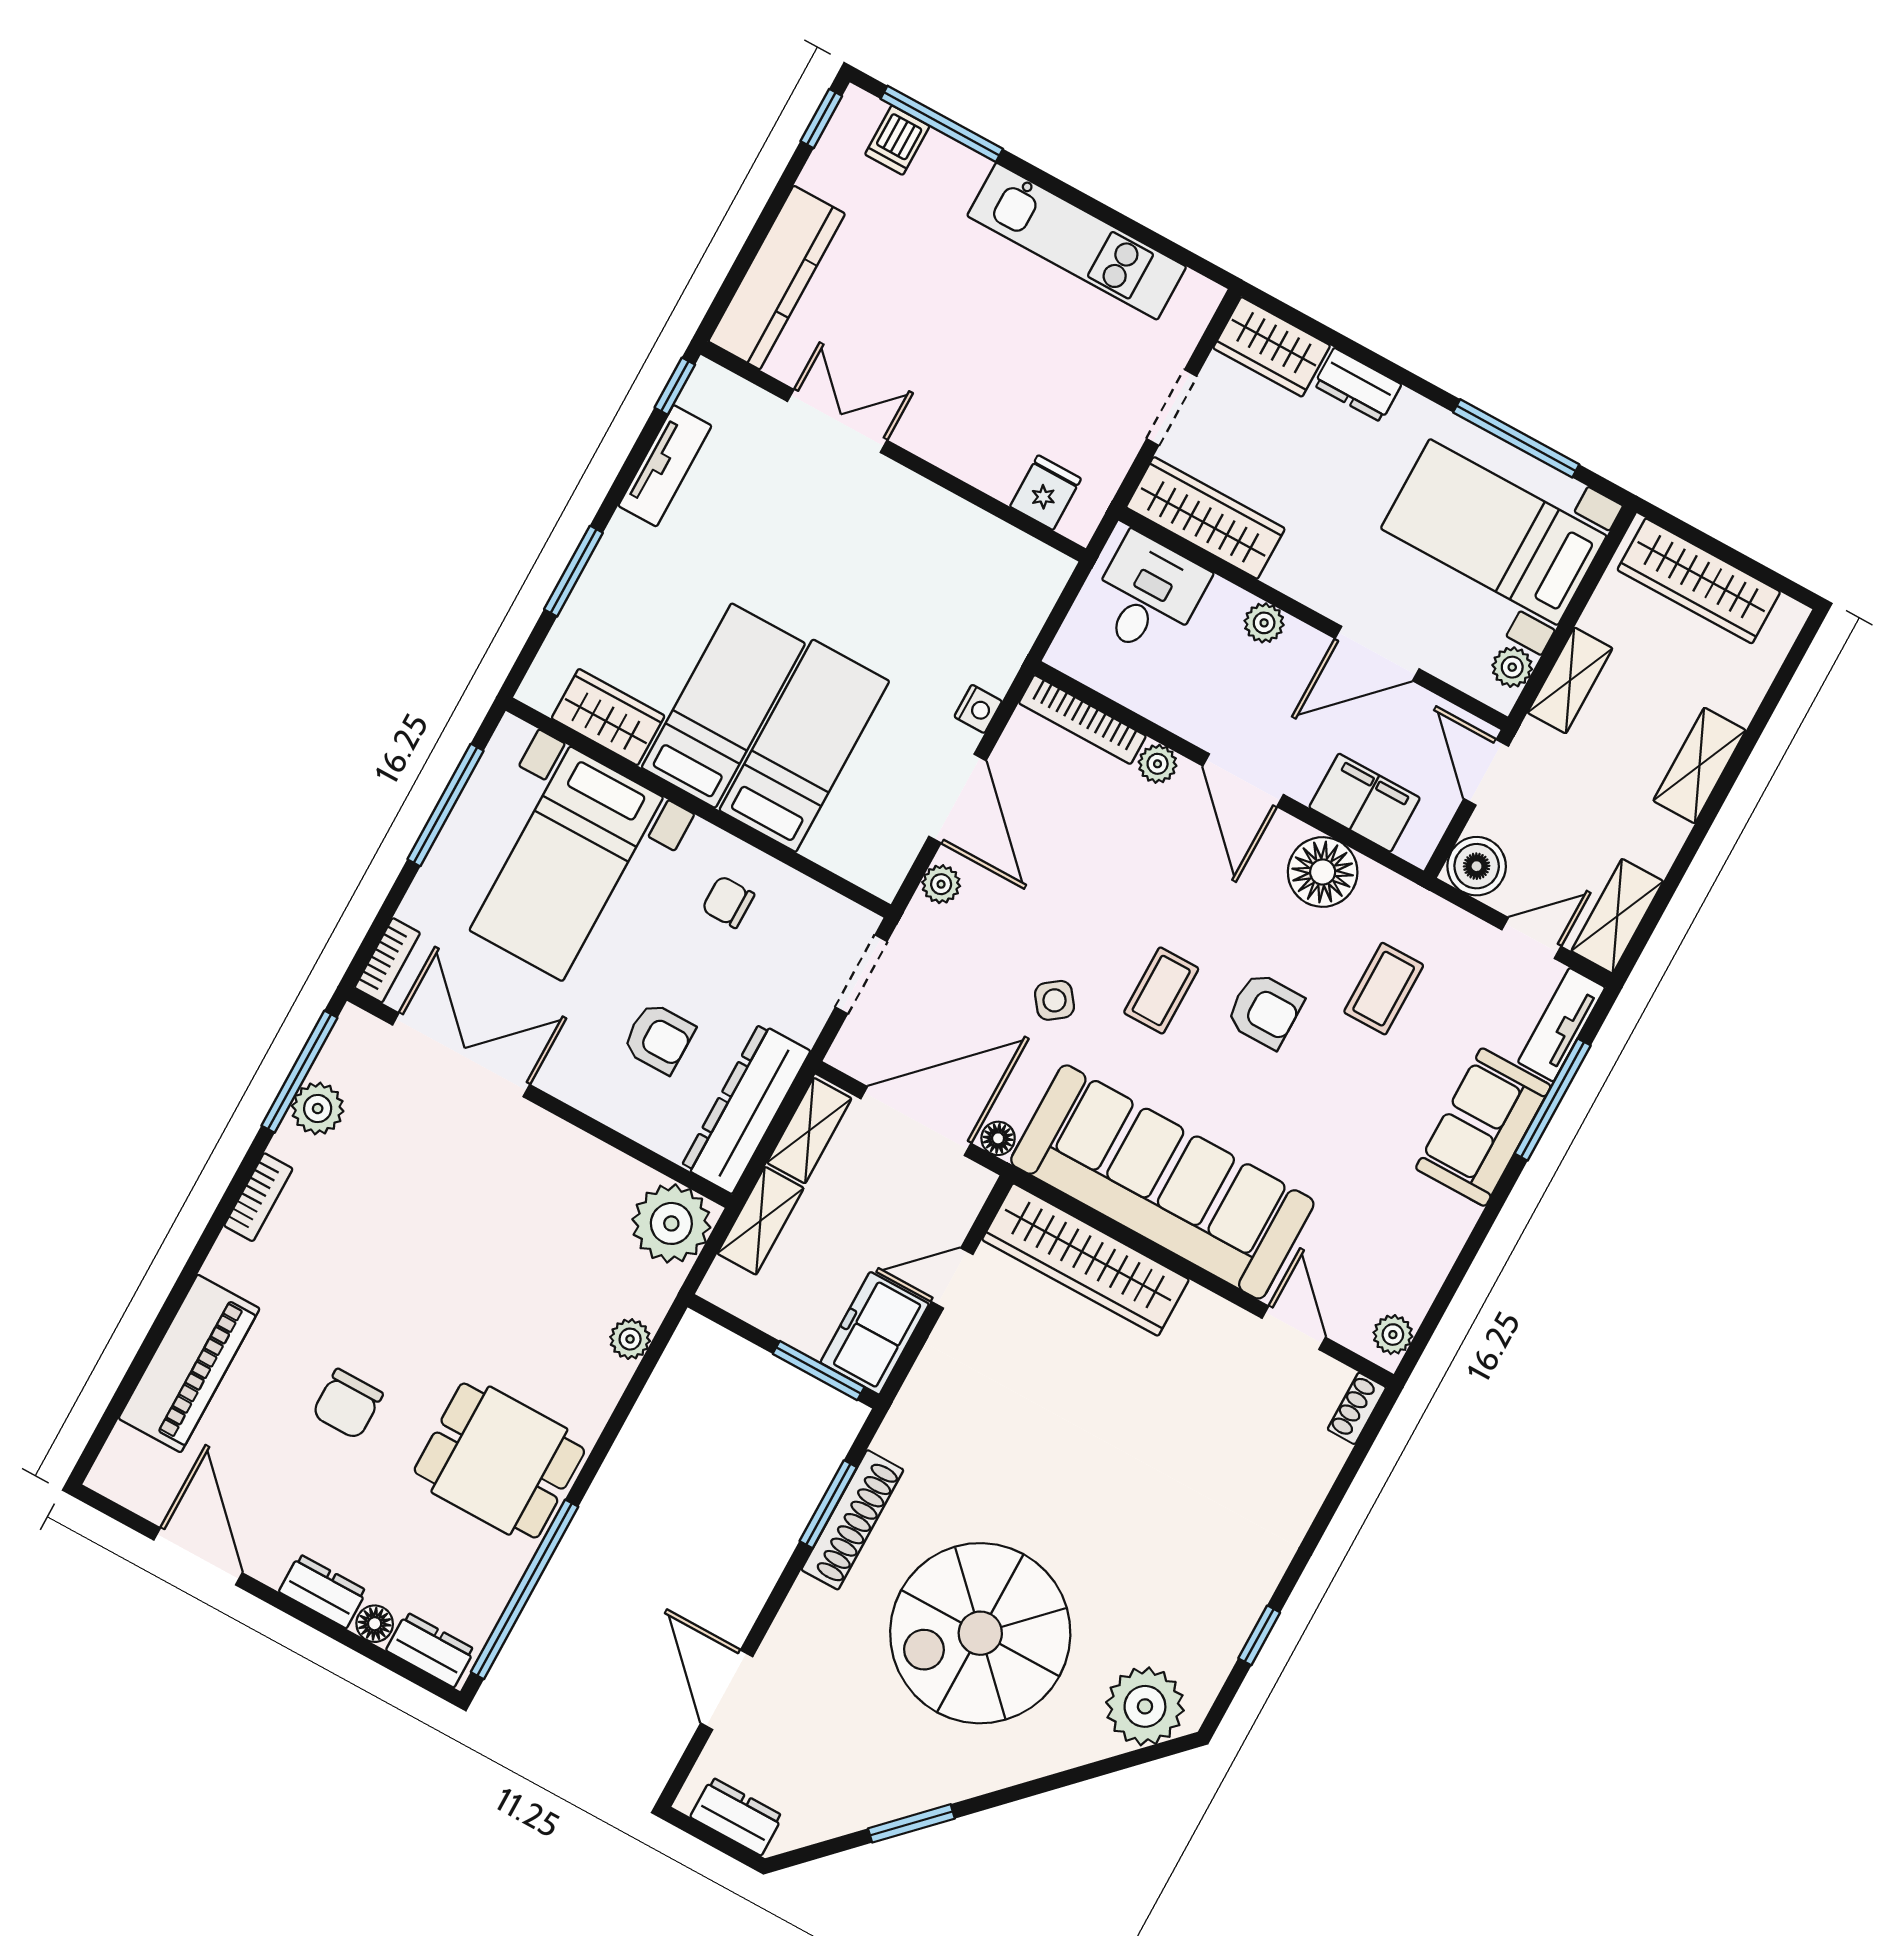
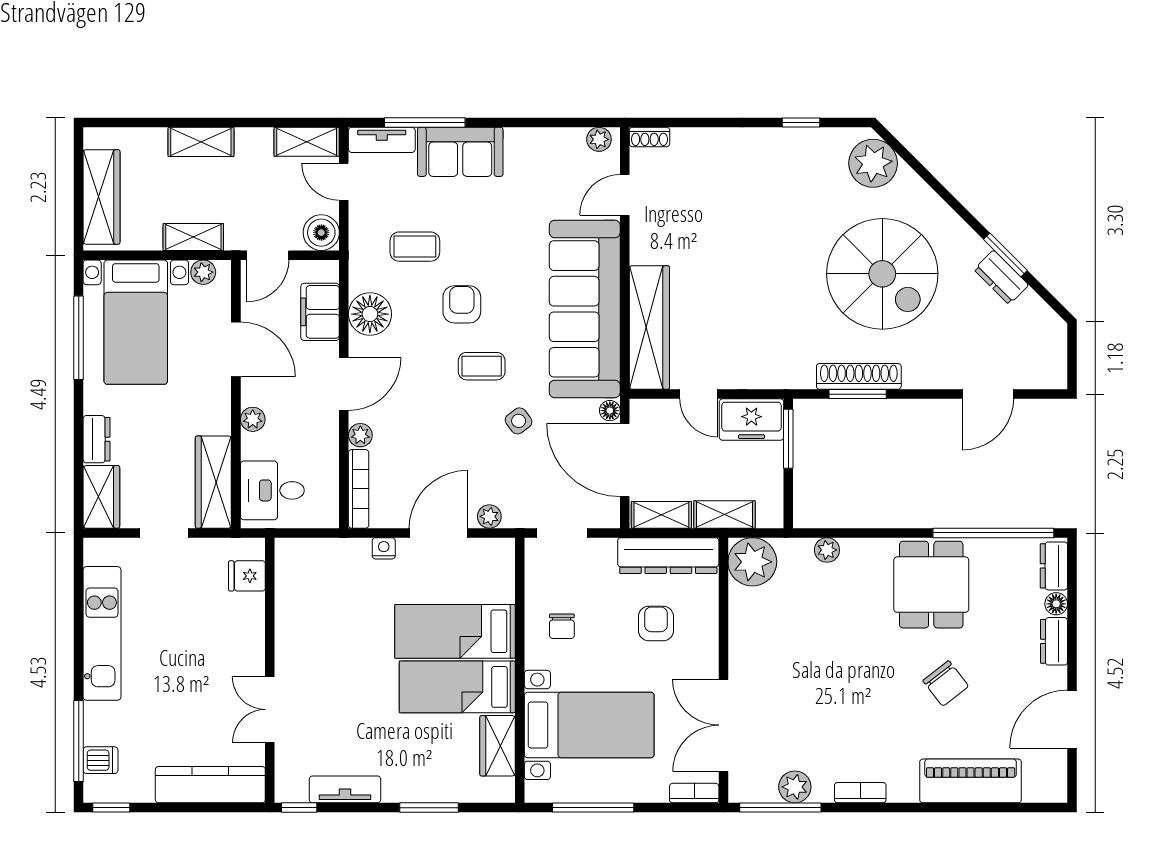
chair: (347, 1404) -> (946, 683), turned 52
dresser: (737, 1816) -> (1001, 277), moved, turned -45

